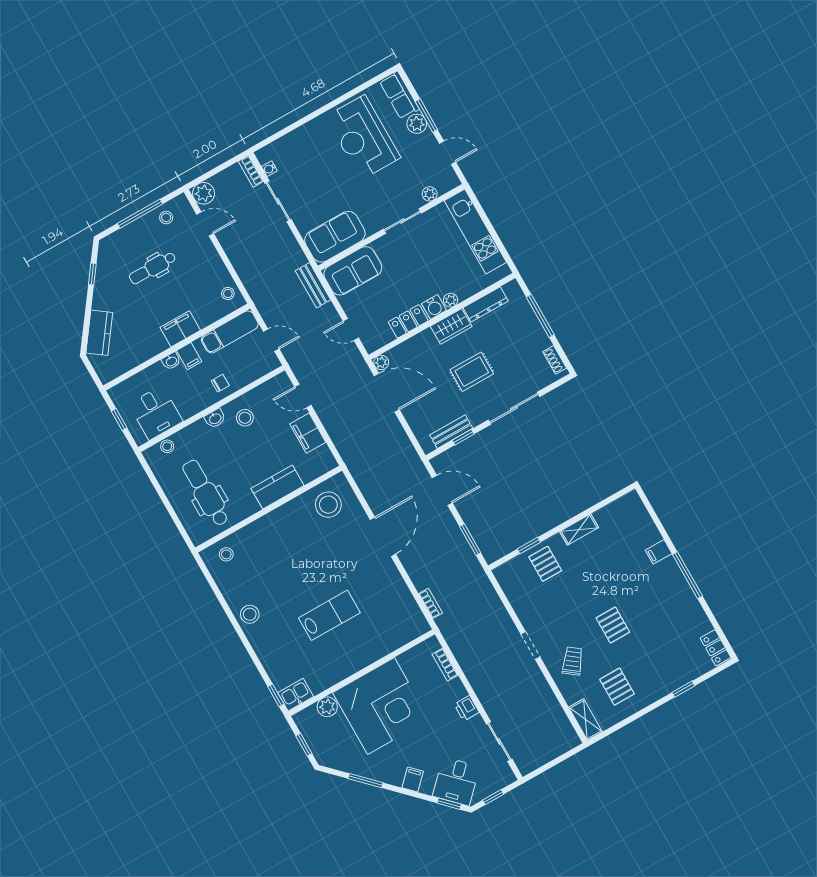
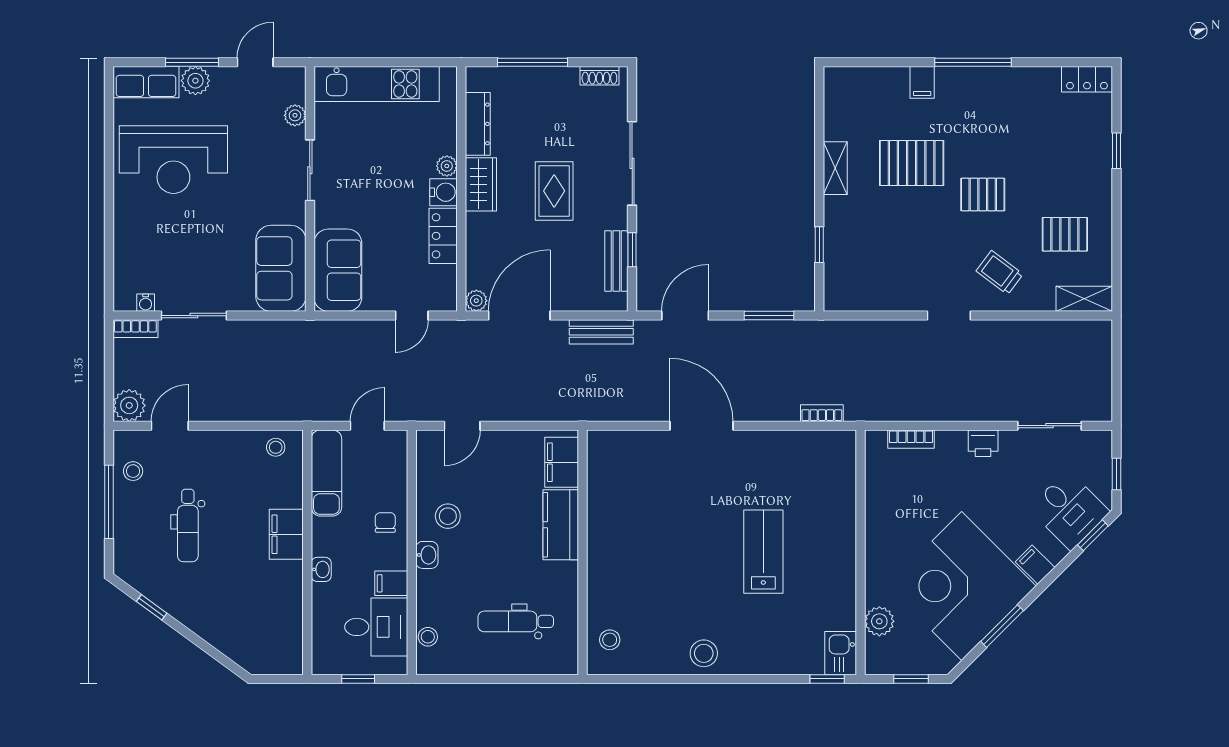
bench: (313, 285) -> (601, 332), moved
kitchen counter: (99, 333) -> (232, 641), removed
filing cabinet: (189, 356) -> (391, 583), moved, turned 180
filing cabinet: (308, 433) -> (562, 462), moved, turned 90
dental chair: (206, 493) -> (516, 621), width x0.73, depth x0.72
stool: (328, 505) -> (620, 472), removed
pallet: (545, 564) -> (912, 163), moved, width x1.50, depth x1.42
corner desk: (381, 706) -> (962, 586), moved, turned -135

